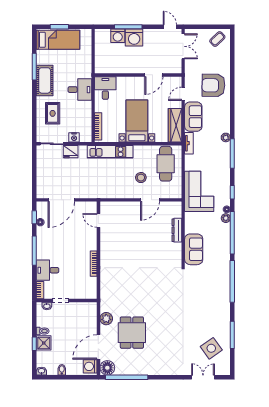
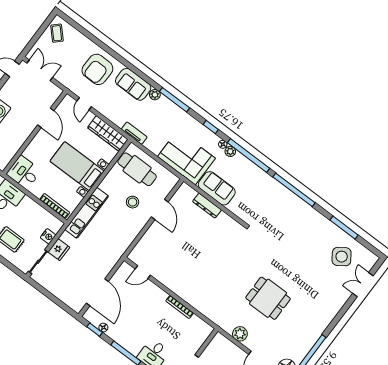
sofa: (193, 117) -> (133, 84), moved, turned 180
sofa: (194, 249) -> (217, 188), moved
dining table: (132, 333) -> (268, 298), moved

